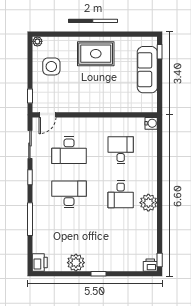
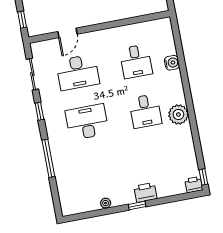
door: (47, 115) -> (67, 33), moved
water cooler: (151, 123) -> (172, 63), moved
desk: (121, 150) -> (136, 61), turned 180
printer: (40, 262) -> (145, 192), moved, turned -90
plant: (76, 263) -> (106, 203), width x0.53, depth x0.53

